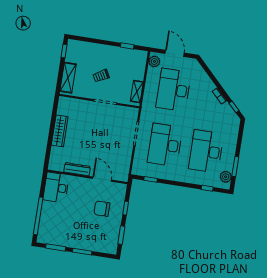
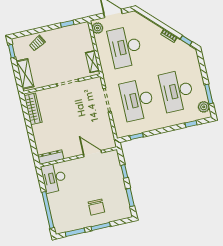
trolley: (101, 76) -> (37, 43), moved
wardrobe: (60, 131) -> (33, 109), moved
dresser: (77, 169) -> (51, 157), moved
chair: (102, 209) -> (96, 207), moved, turned -90

